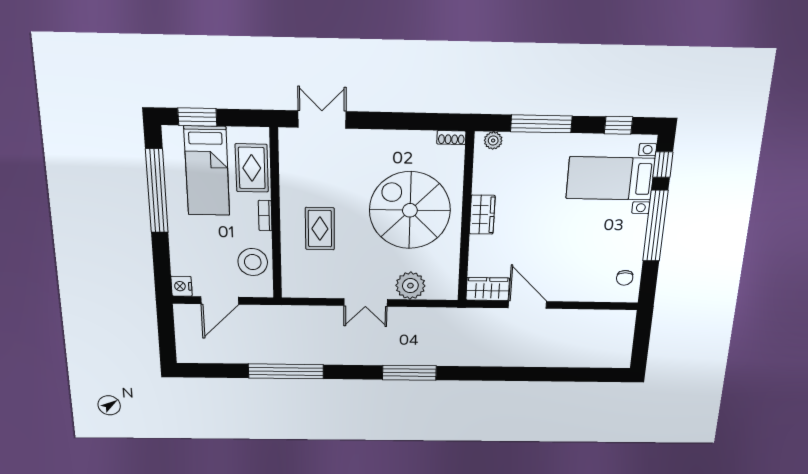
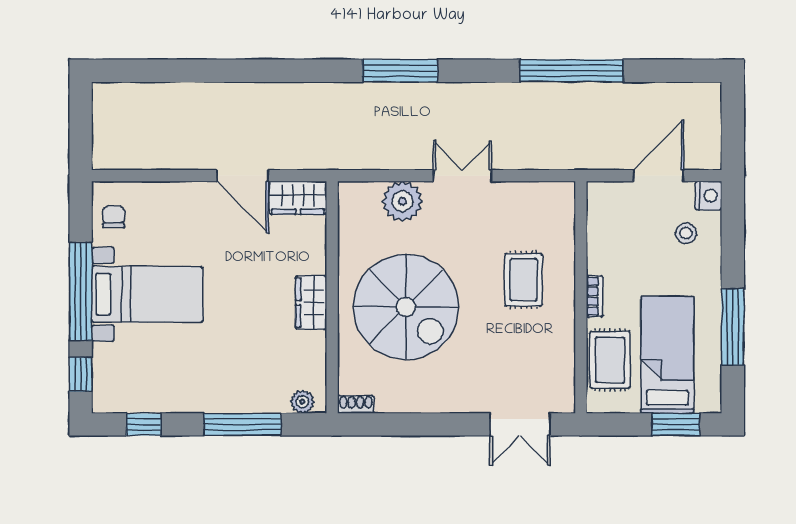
bed with nightstands: (610, 178) -> (147, 294), moved
window: (157, 191) -> (733, 327), width x0.68
stool: (253, 262) -> (686, 233), moved, width x0.53, depth x0.53

